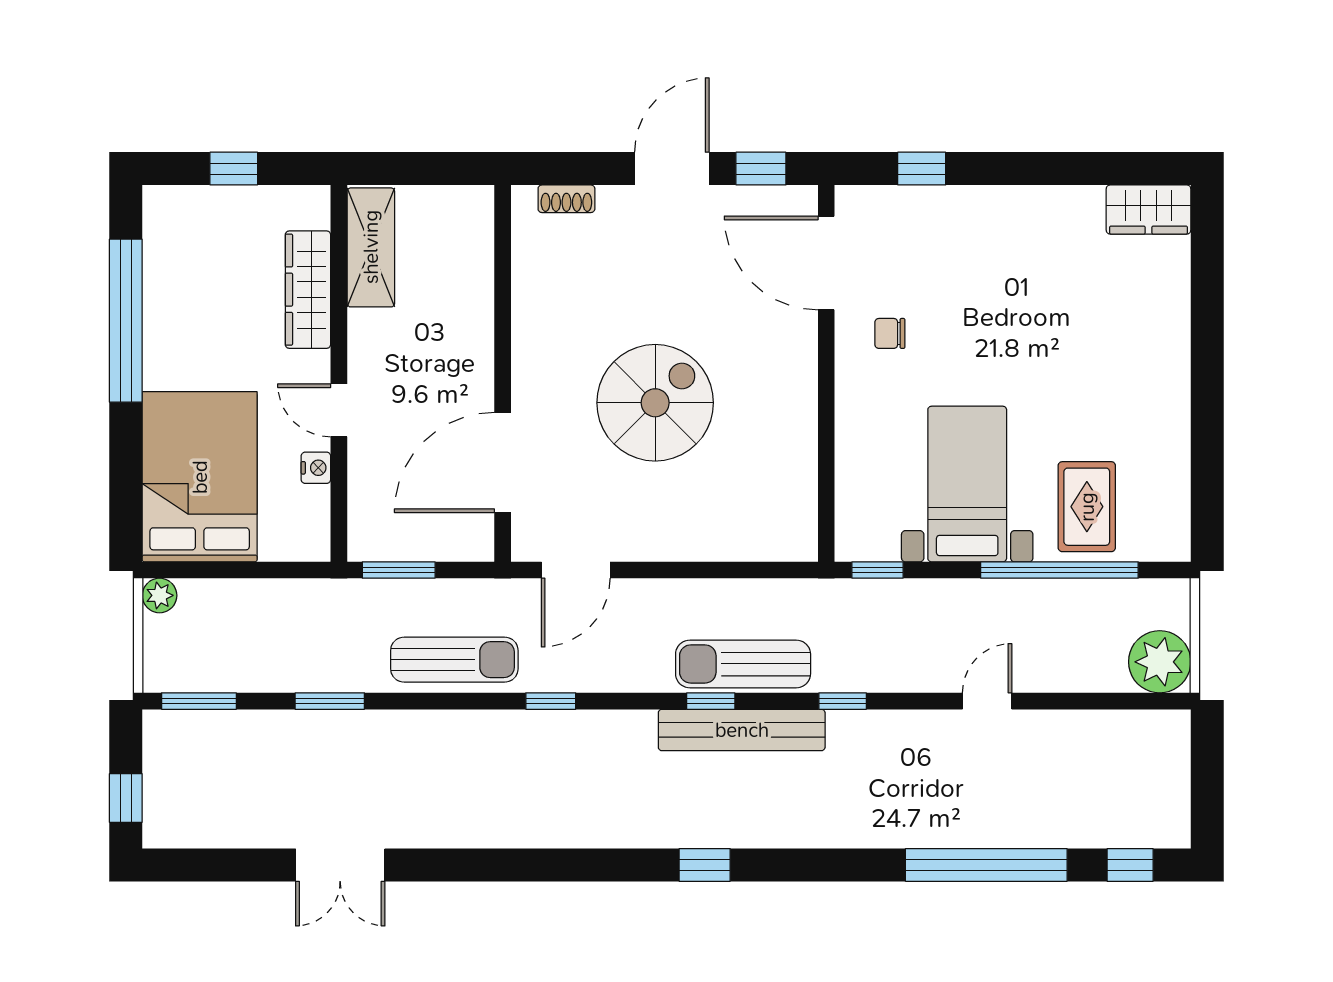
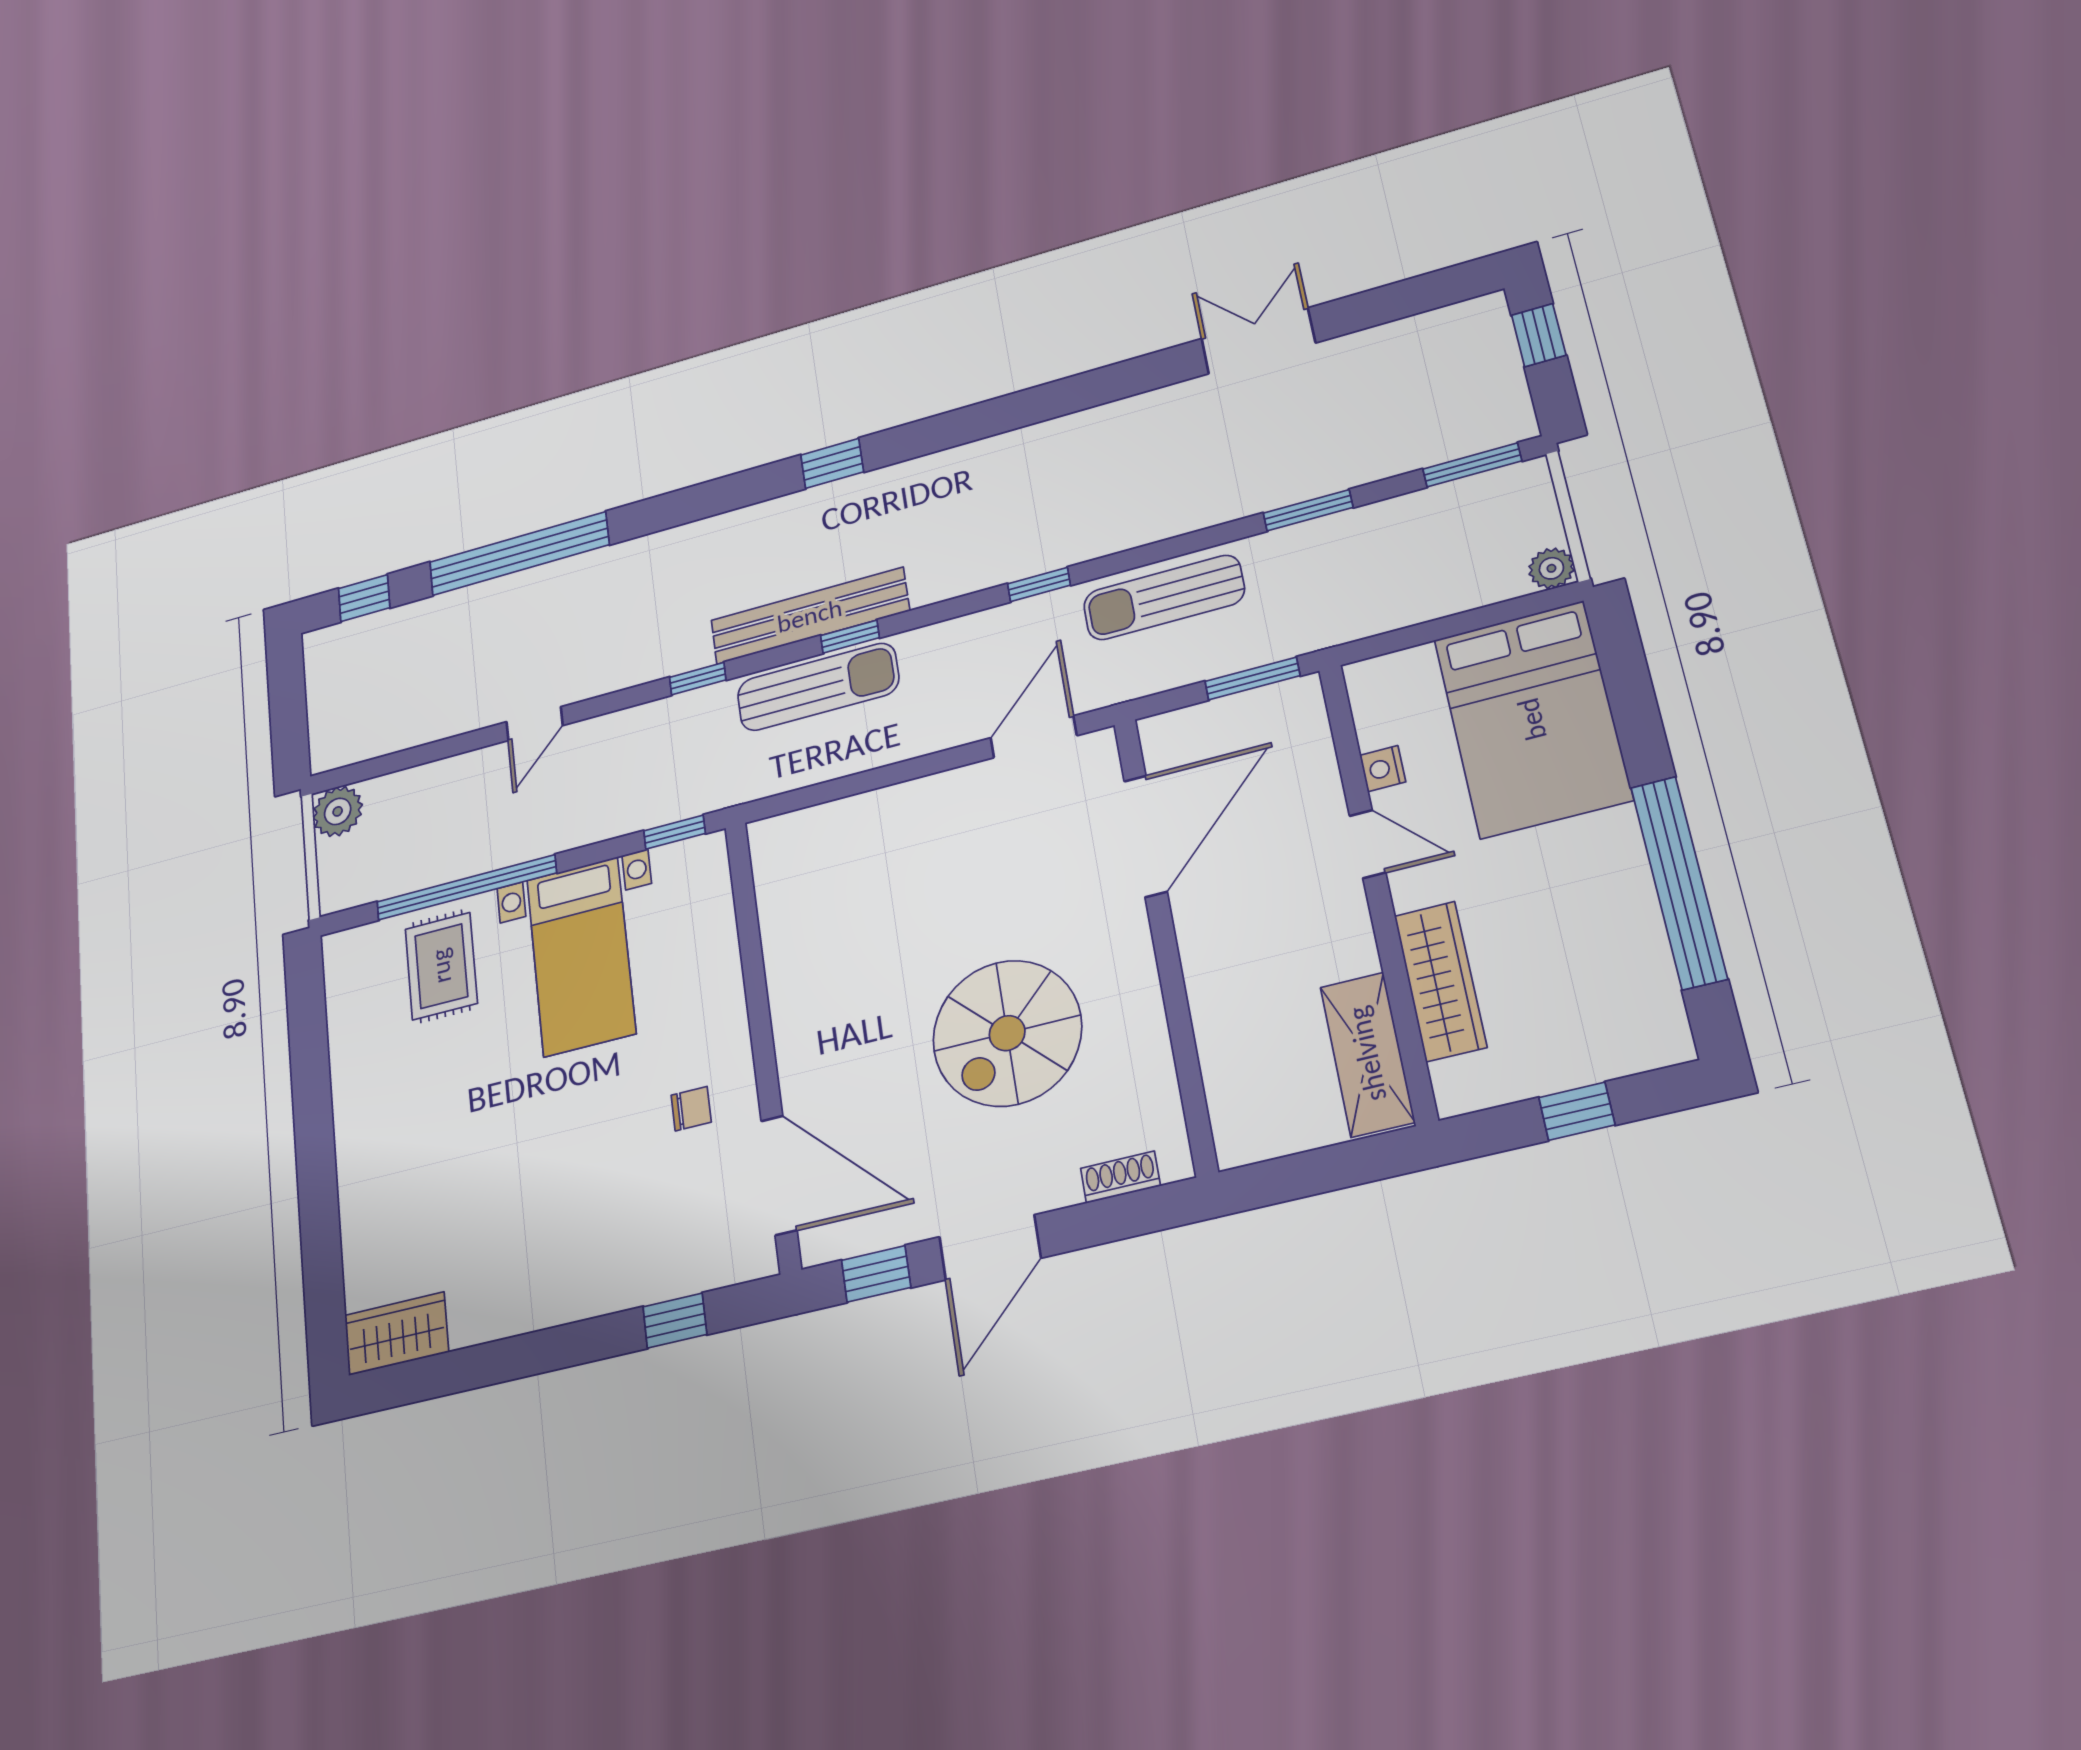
spiral stairs: (655, 403) -> (1007, 1033), moved
plant: (1160, 662) -> (338, 811), width x0.73, depth x0.73

